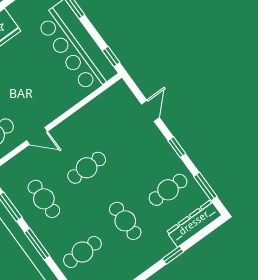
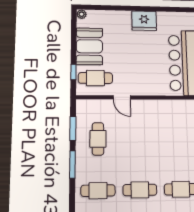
cafe table: (87, 168) -> (139, 139), removed
cafe table: (125, 221) -> (140, 190), turned 90

